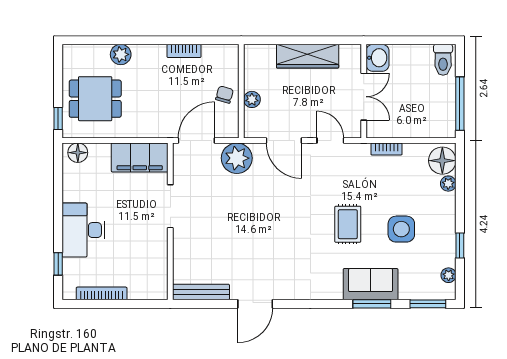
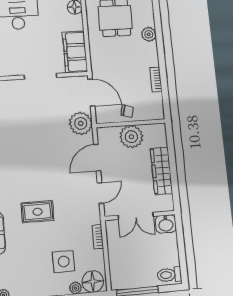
plant: (252, 99) -> (131, 137), width x1.88, depth x1.88
side table: (401, 229) -> (64, 262), moved

